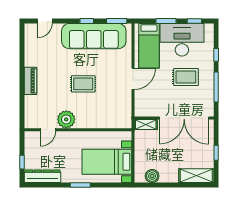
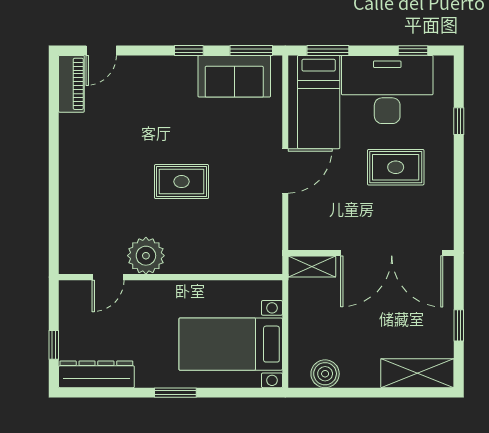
window: (166, 21) -> (328, 51), moved
sofa: (94, 36) -> (234, 76), width x0.54, depth x0.79
piano: (30, 81) -> (71, 84), moved
window: (216, 87) -> (459, 188), removed

